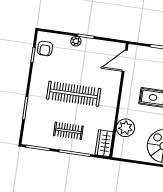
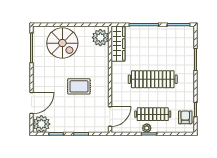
plant: (76, 41) -> (147, 128), moved
plant: (125, 128) -> (100, 38), moved
clothes rail: (68, 131) -> (153, 114), moved, width x1.36
wardrobe: (104, 143) -> (118, 44), width x1.50

